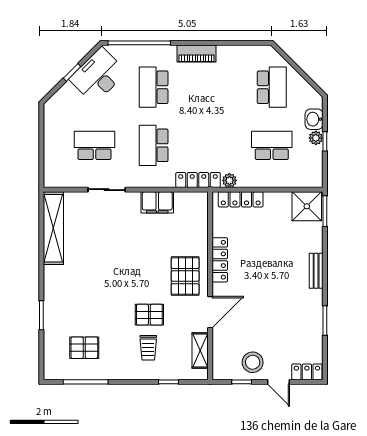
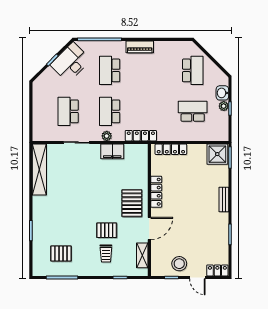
school desk: (95, 145) -> (68, 111), turned -90
plant: (229, 180) -> (107, 136), moved

